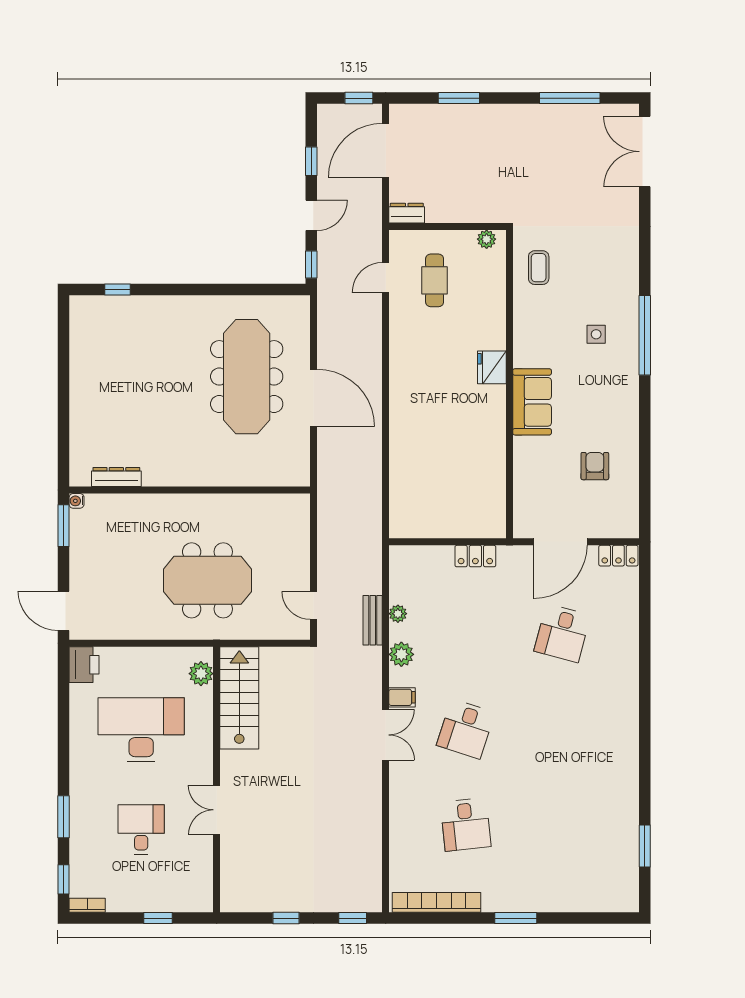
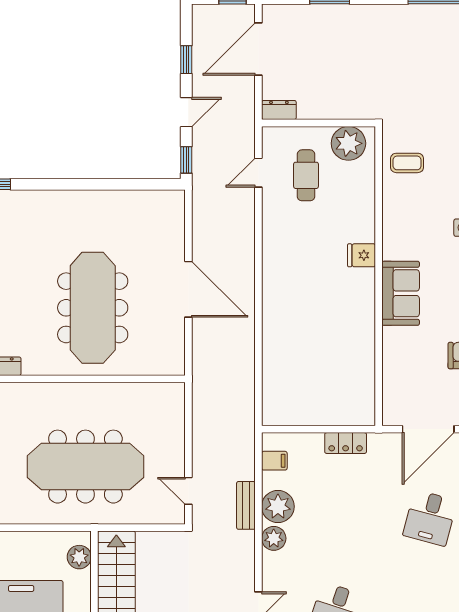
plant: (487, 239) -> (348, 143), width x1.87, depth x1.87
coffee table: (539, 268) -> (407, 163), turned 90
fridge: (492, 367) -> (362, 255), width x0.72
meeting table: (247, 377) -> (93, 308), moved
meeting table: (207, 580) -> (85, 467), width x1.36
plant: (398, 614) -> (278, 507), width x1.87, depth x1.87
filing cabinet: (402, 697) -> (274, 461), moved

